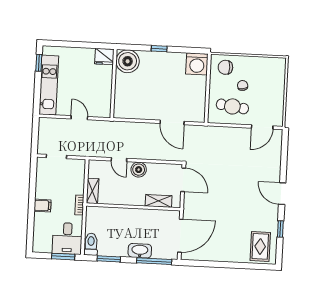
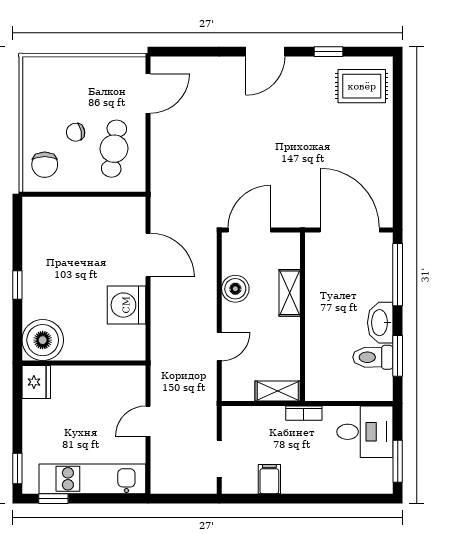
window: (57, 43) -> (17, 469), added
washing machine: (197, 64) -> (126, 305), moved, turned 180
door: (172, 122) -> (148, 255), hinge flipped
door: (262, 127) -> (148, 93), hinge flipped
boiler: (139, 170) -> (235, 289), moved
shelving: (159, 201) -> (290, 293), moved
filing cabinet: (42, 206) -> (269, 479), moved
toilet: (91, 244) -> (373, 357), moved
washbasin: (140, 251) -> (380, 323), moved
window: (63, 257) -> (398, 461), moved

